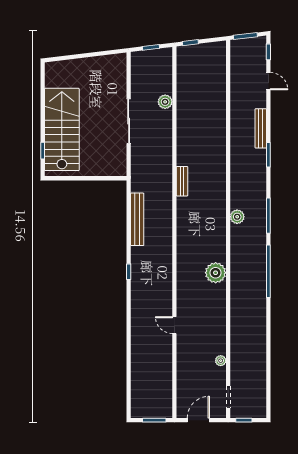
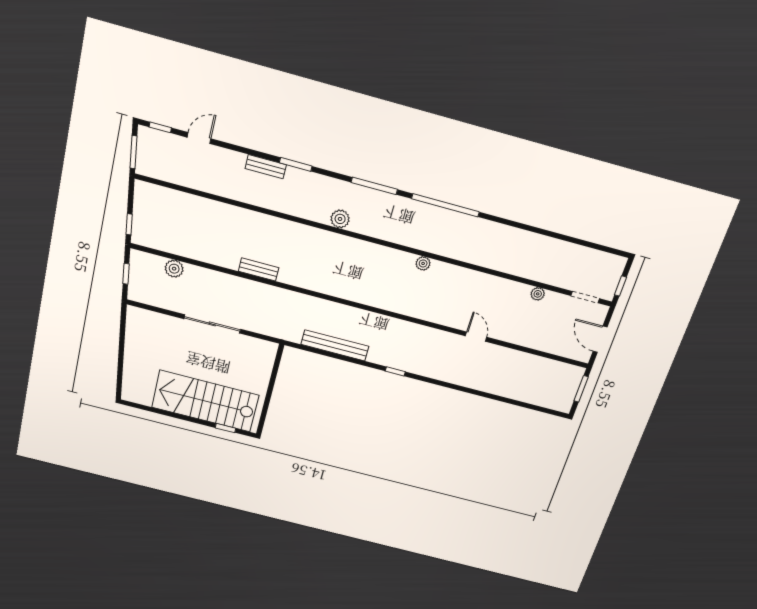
plant: (165, 102) -> (174, 269), moved
bench: (261, 128) -> (266, 167), width x0.73
bench: (182, 181) -> (259, 269), moved
plant: (237, 217) -> (340, 219), moved
plant: (216, 273) -> (423, 263), width x0.53, depth x0.53
door: (174, 325) -> (476, 337), swing flipped

